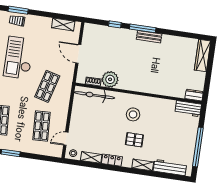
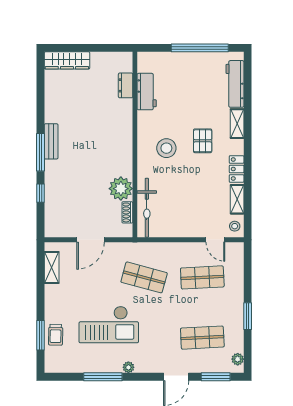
dresser: (194, 95) -> (126, 85), moved
workbench: (188, 109) -> (147, 92), moved

